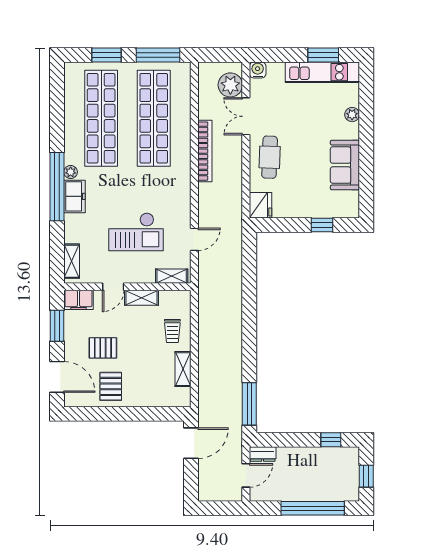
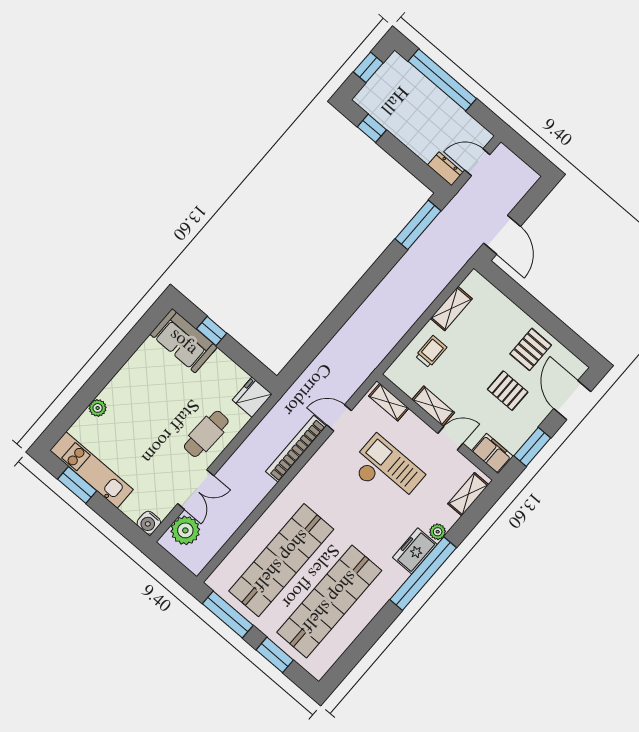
bookcase: (205, 151) -> (296, 449), moved
sofa: (345, 165) -> (184, 341), moved, turned 90
plant: (71, 172) -> (438, 532), moved
door: (191, 443) -> (502, 235), swing flipped

